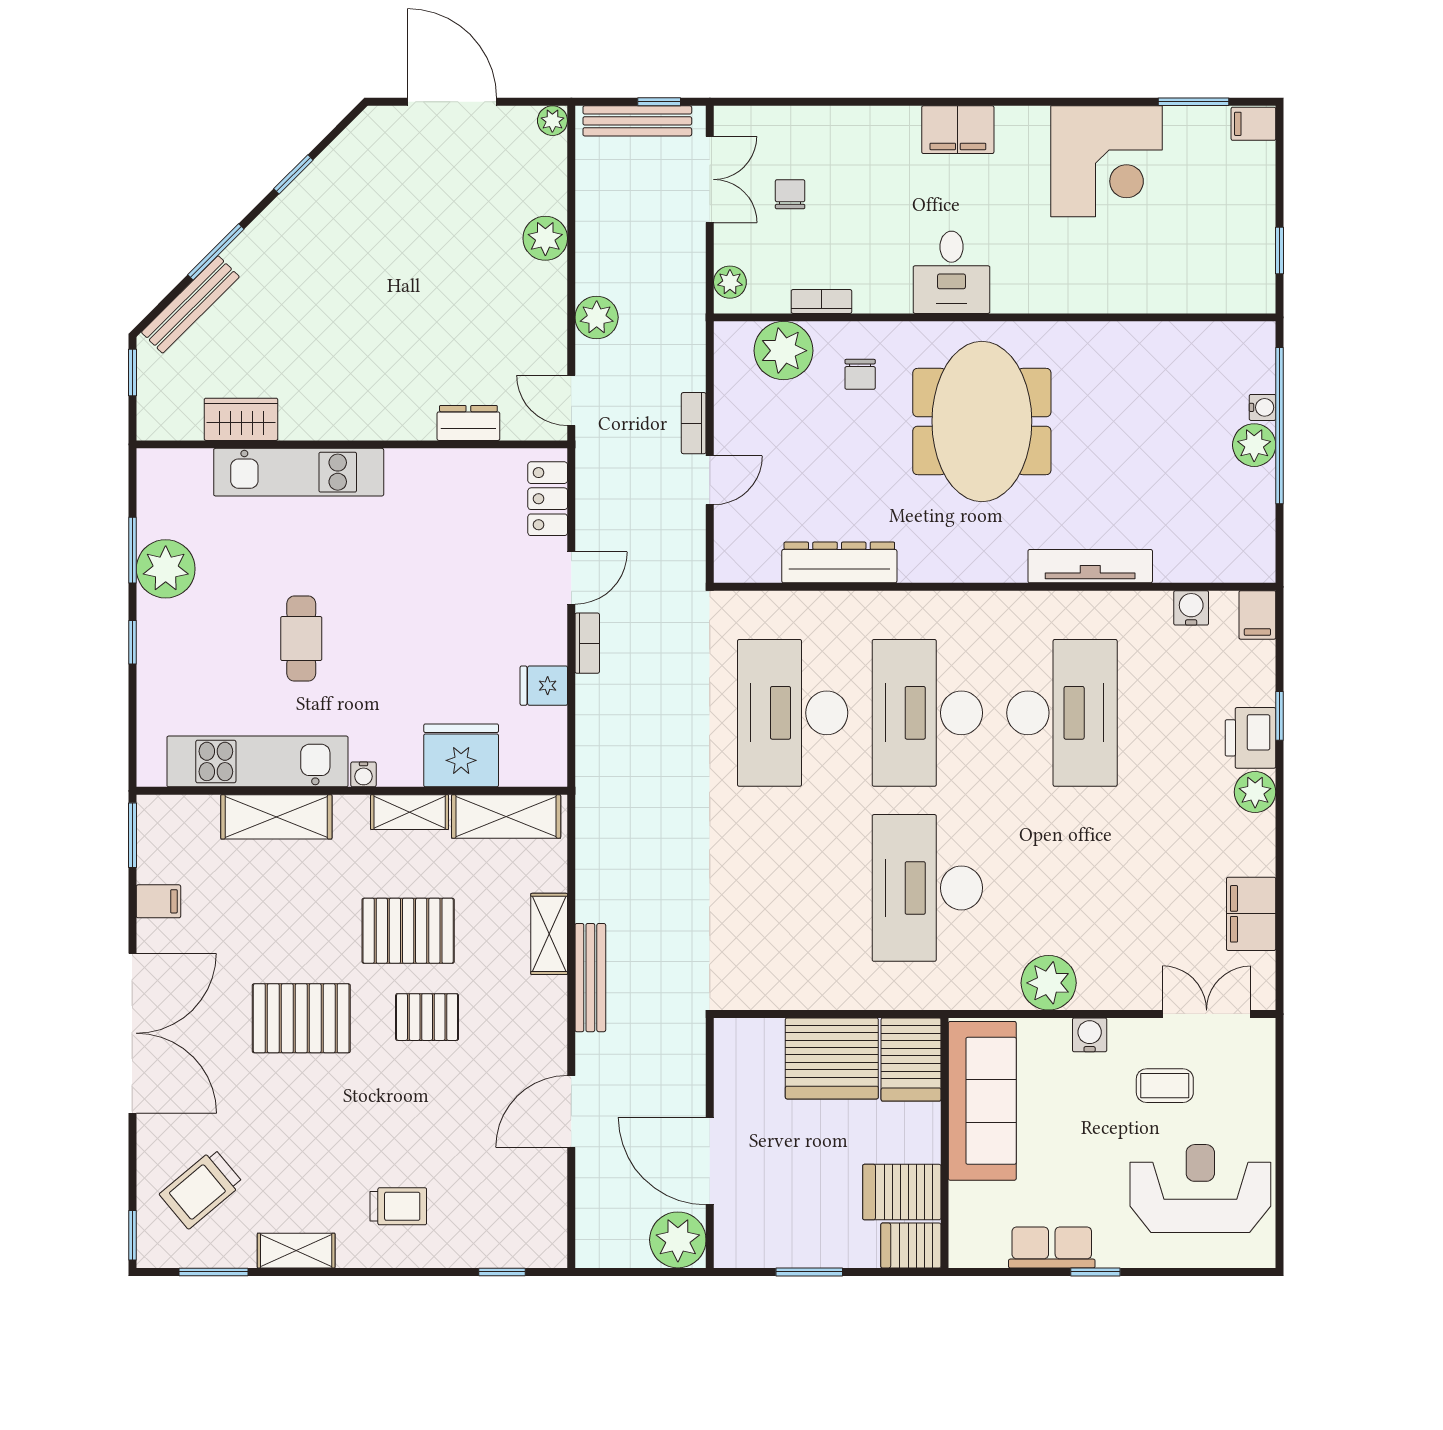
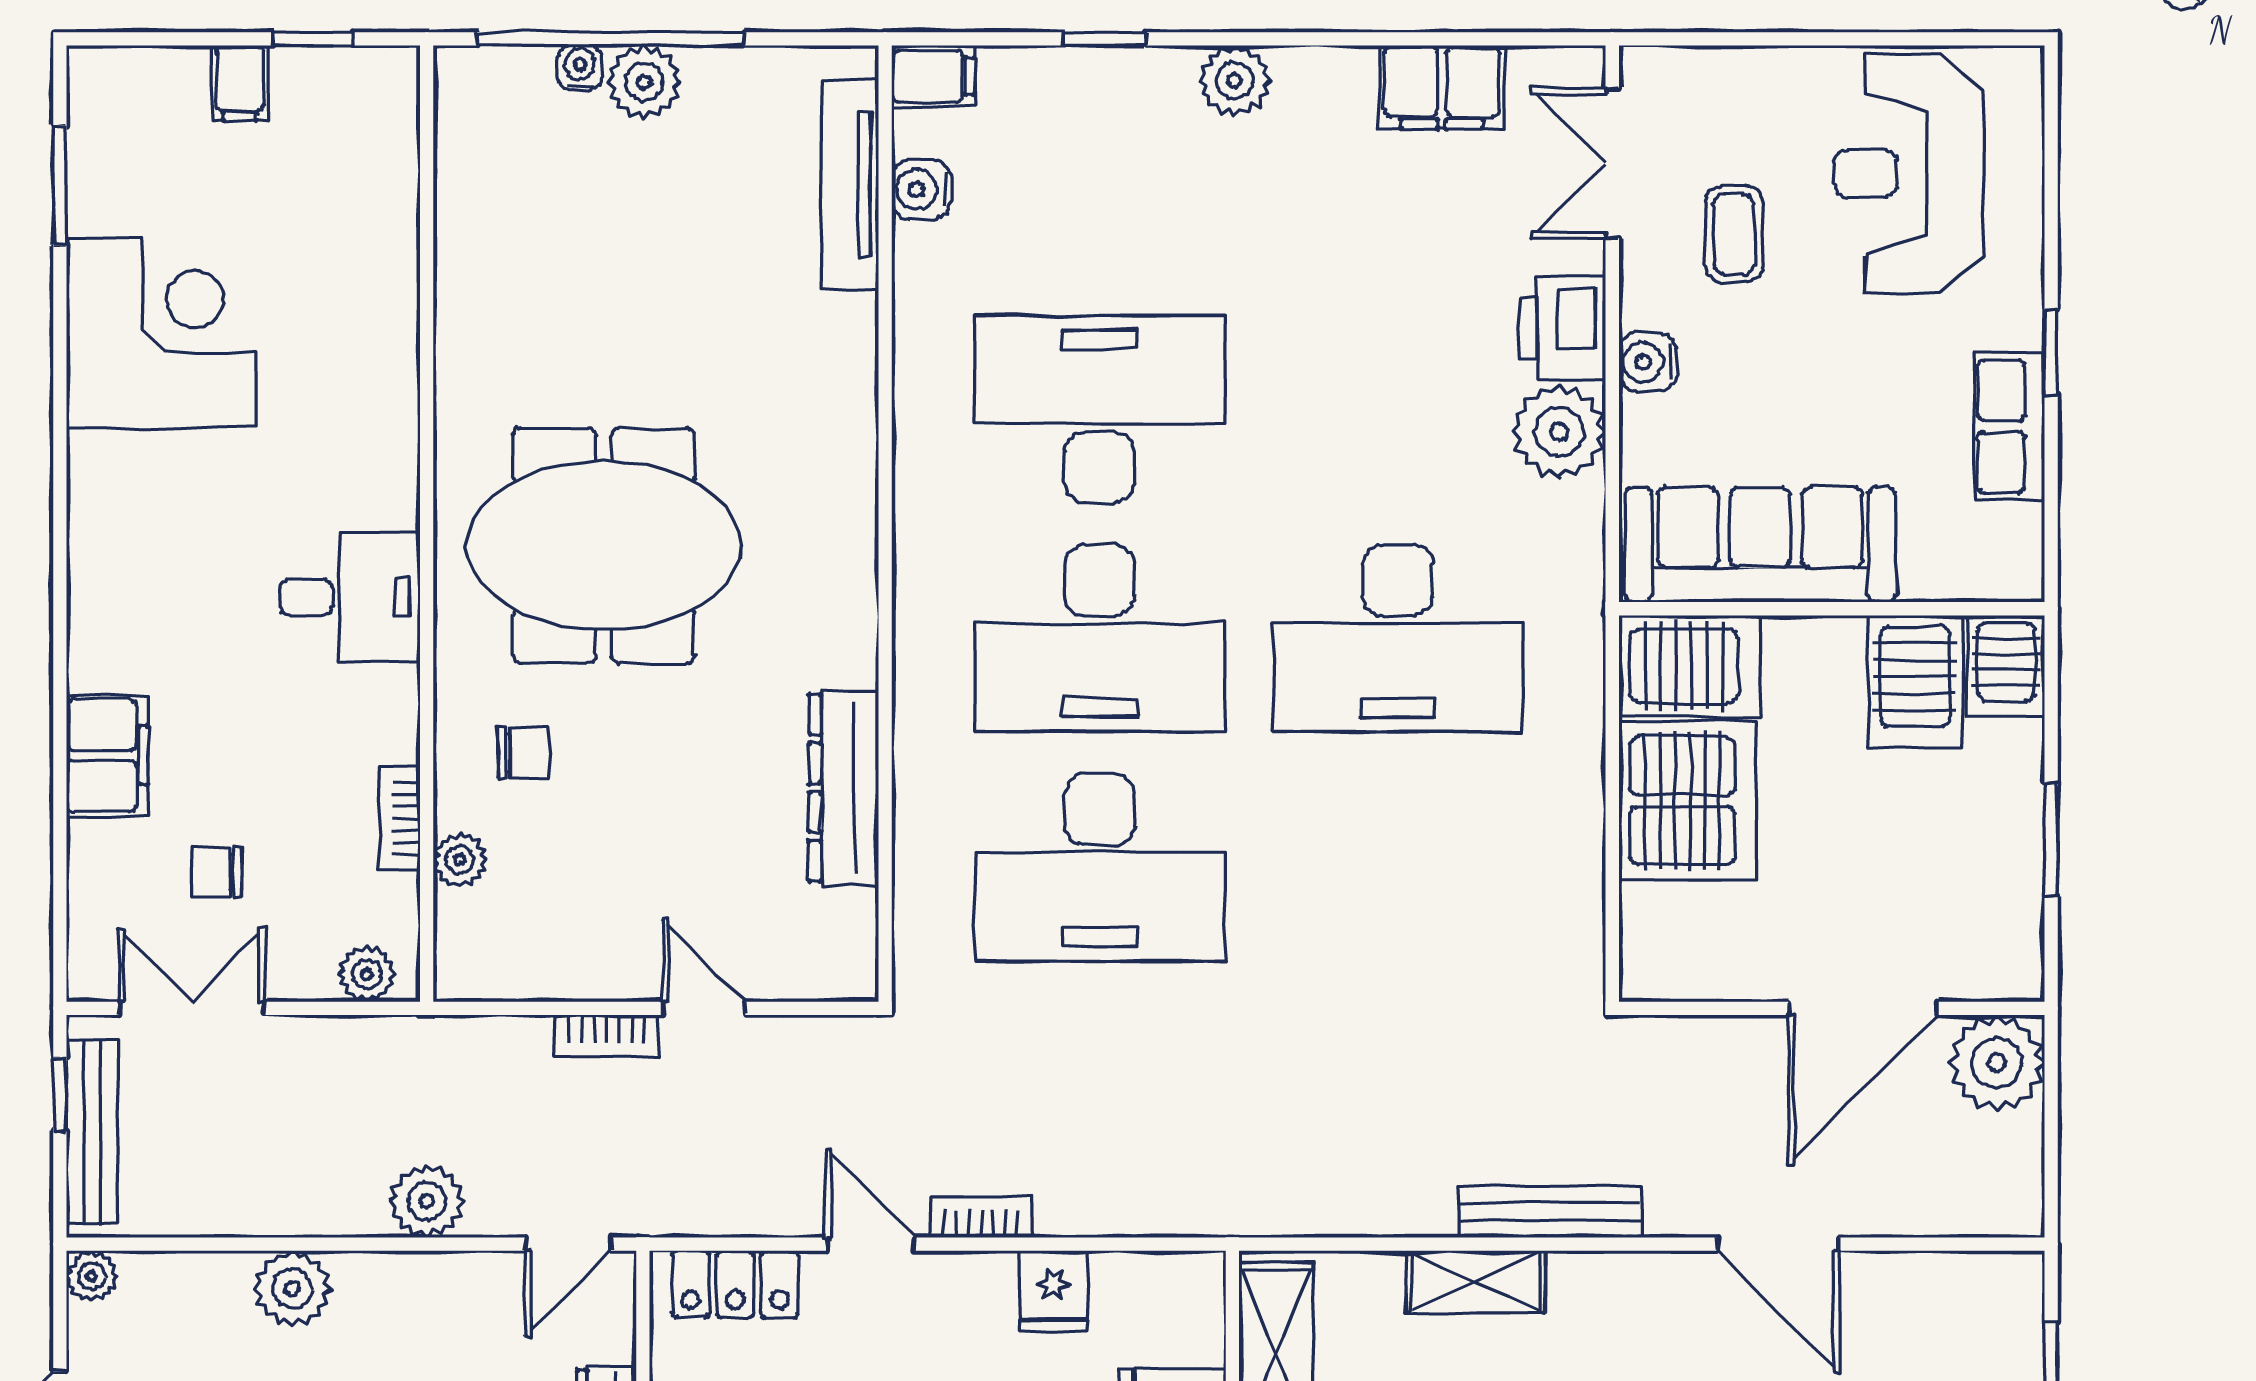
filing cabinet: (1253, 124) -> (240, 83), moved
filing cabinet: (958, 130) -> (107, 756), moved
plant: (783, 351) -> (460, 860), width x0.53, depth x0.53
tv unit: (1090, 566) -> (850, 184), moved
printer: (1250, 738) -> (1563, 328), moved, turned 90

